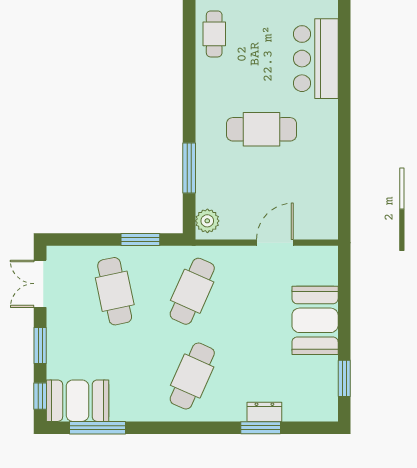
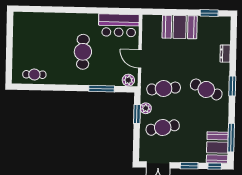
bar counter: (316, 59) -> (119, 25), moved
door: (275, 243) -> (140, 59), moved
plant: (152, 257) -> (146, 108), added
cafe table: (192, 291) -> (164, 88), turned -30
window: (261, 428) -> (232, 86), moved

